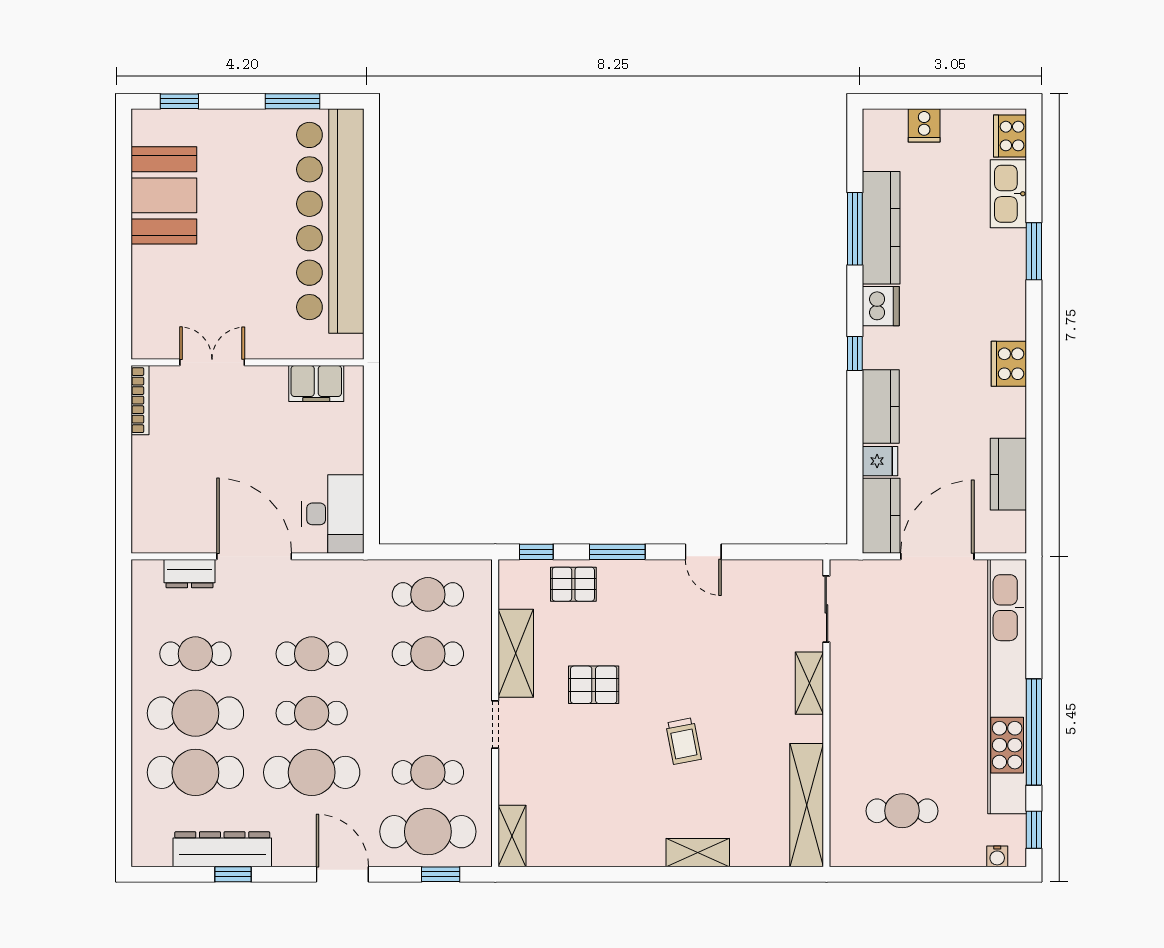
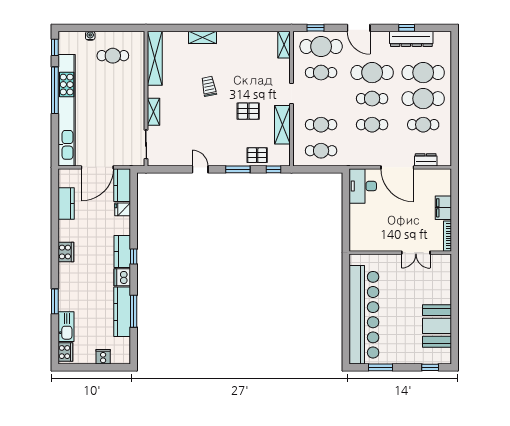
filing cabinet: (316, 384) -> (443, 208), moved, turned -90
kitchen counter: (881, 406) -> (122, 251), moved
water cooler: (997, 856) -> (90, 36), moved

